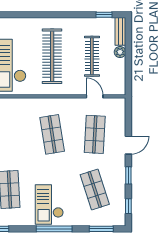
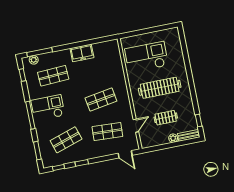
clothes rail: (92, 56) -> (166, 118), width x0.73
door: (128, 145) -> (125, 154), moved

